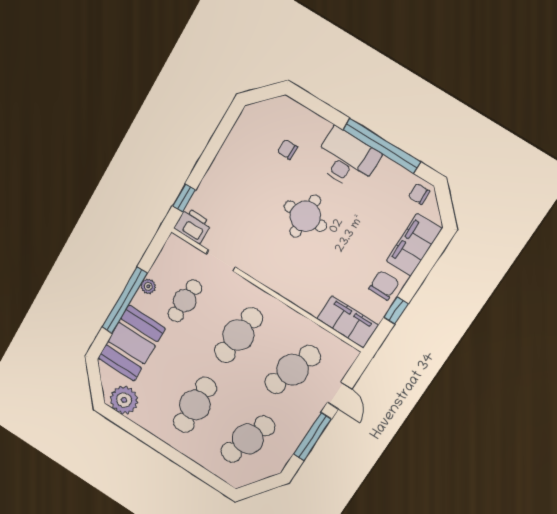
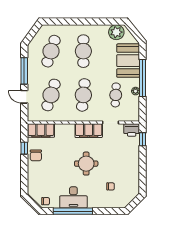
desk: (347, 159) -> (73, 197), moved
filing cabinet: (414, 245) -> (89, 131), moved, turned 90

